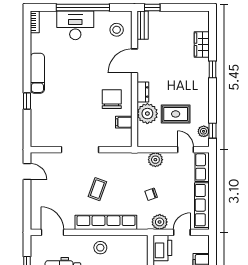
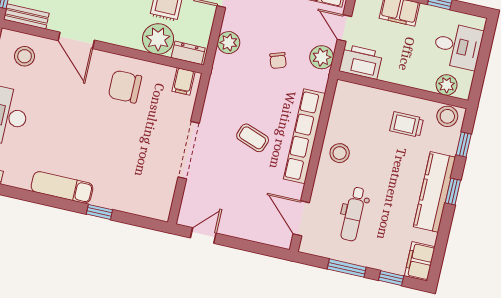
dresser: (143, 92) -> (188, 53), moved
filing cabinet: (124, 122) -> (183, 81), moved
door: (52, 232) -> (301, 218), hinge flipped

